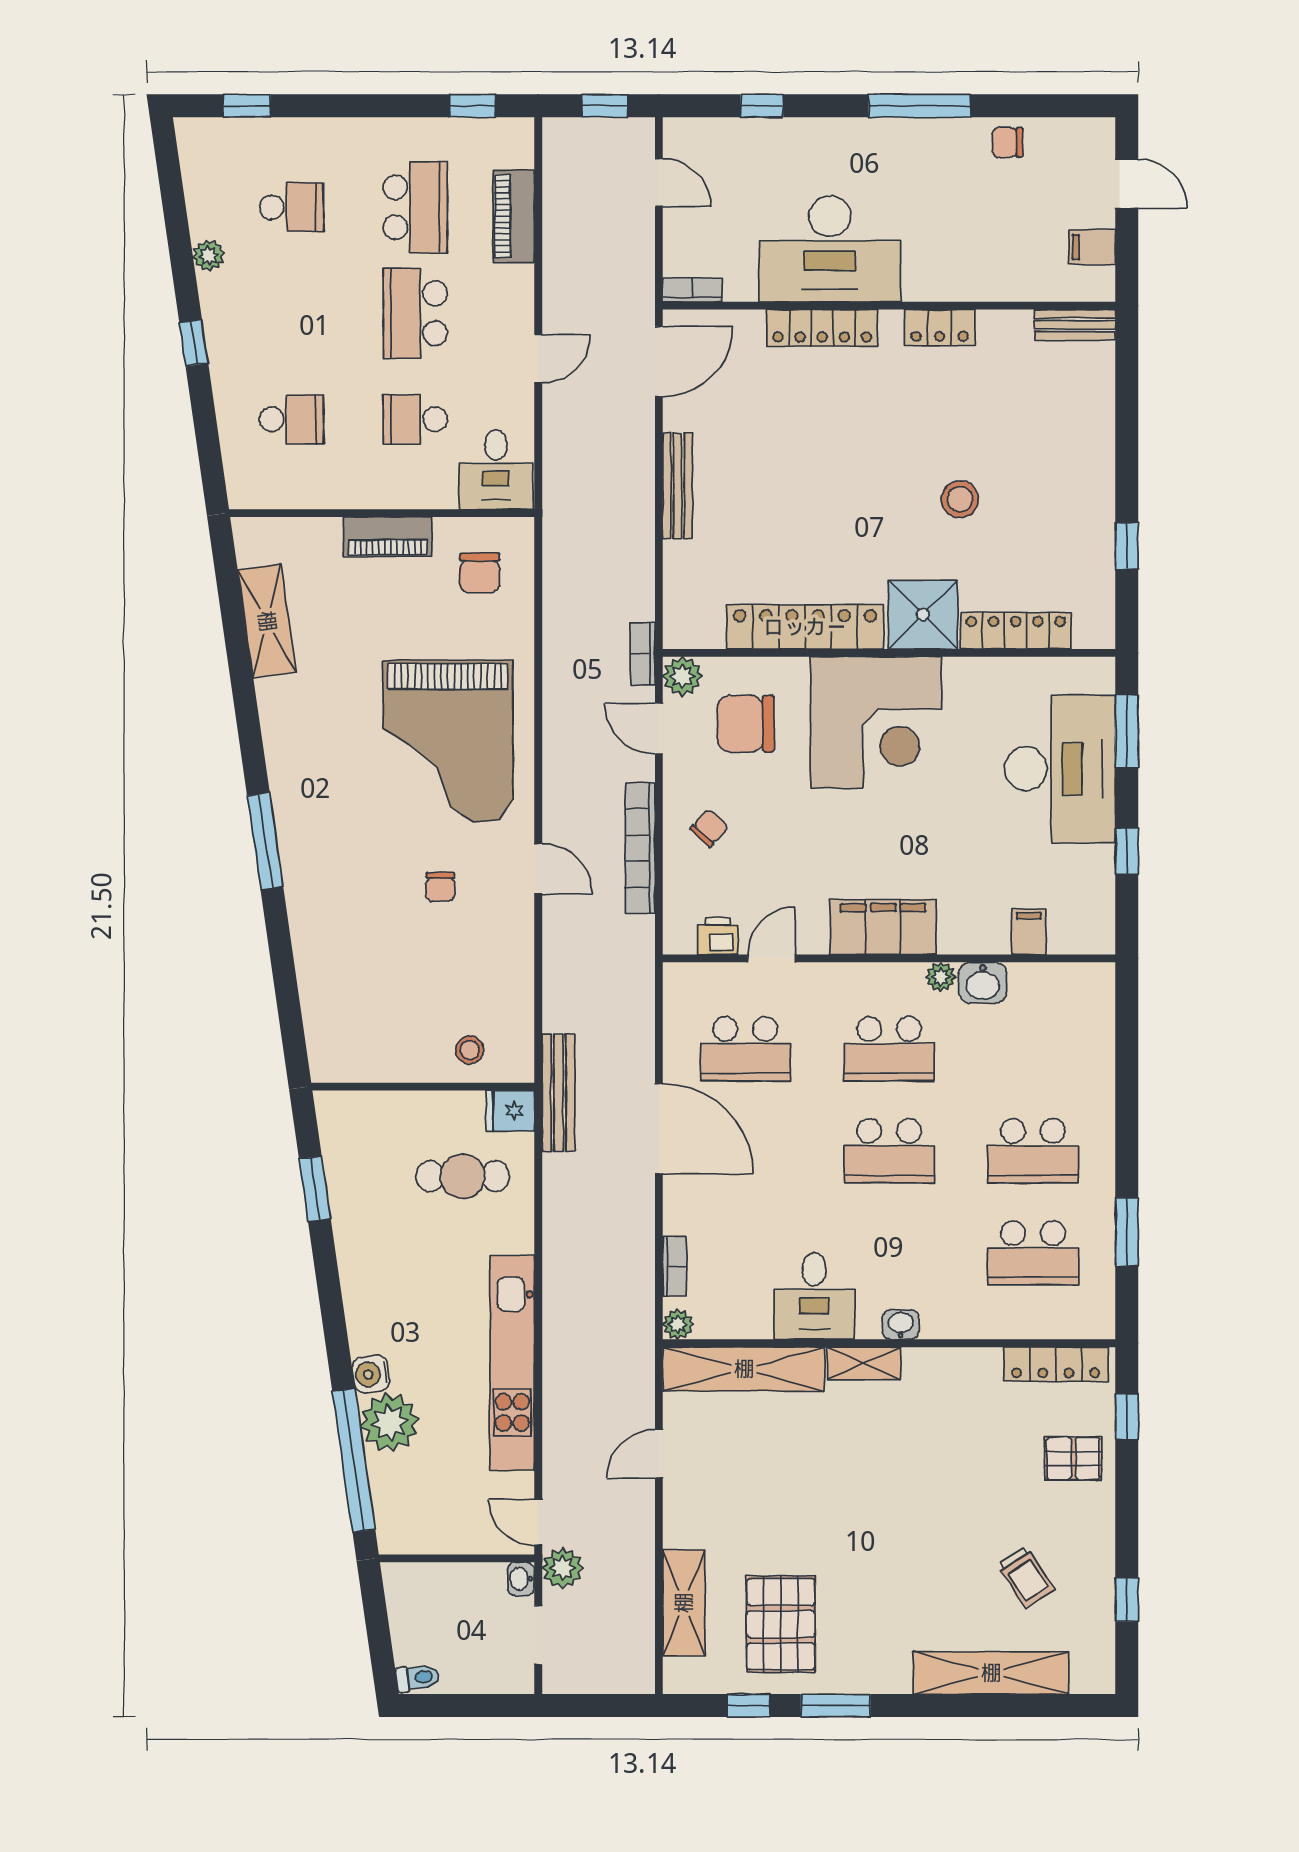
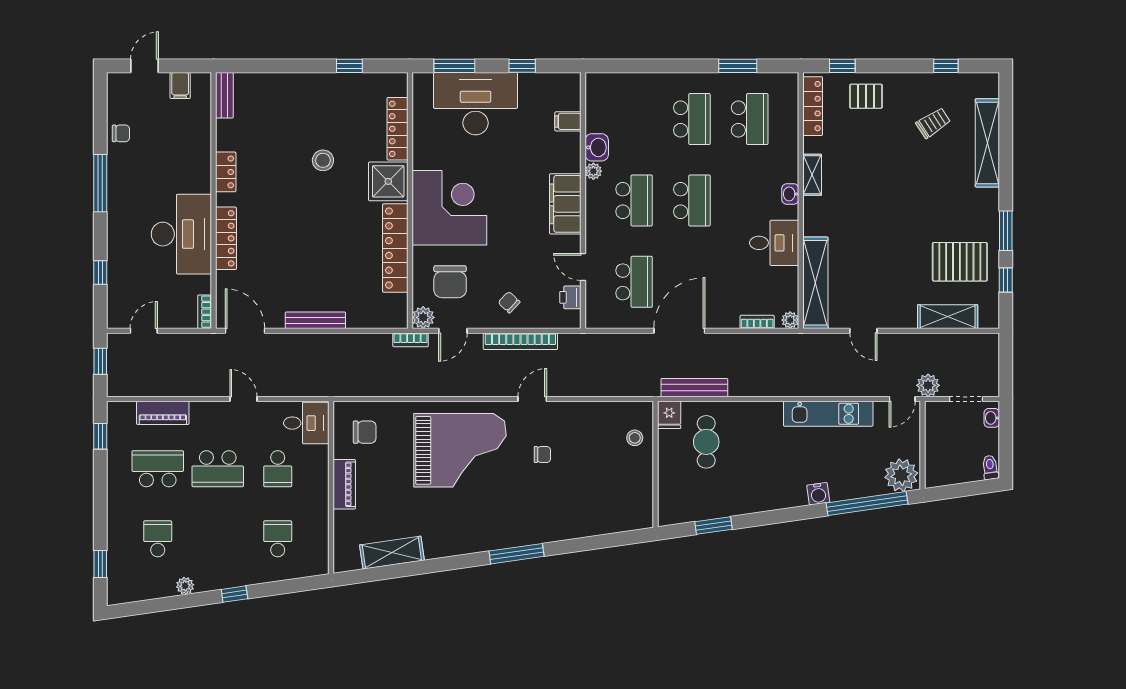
chair: (1008, 142) -> (121, 133), turned -90
bench: (558, 1093) -> (694, 388), moved
kitchen unit: (512, 1363) -> (828, 414), width x0.73
shelving: (864, 1363) -> (812, 175), moved
plant: (390, 1422) -> (901, 475), moved
pallet: (1073, 1458) -> (866, 96), turned 90
washbasin: (521, 1579) -> (992, 418), moved, turned 90

